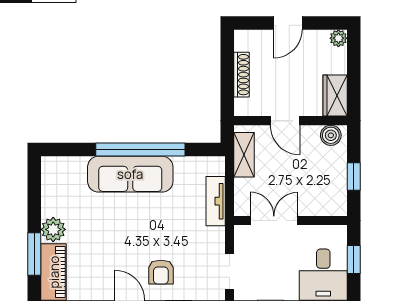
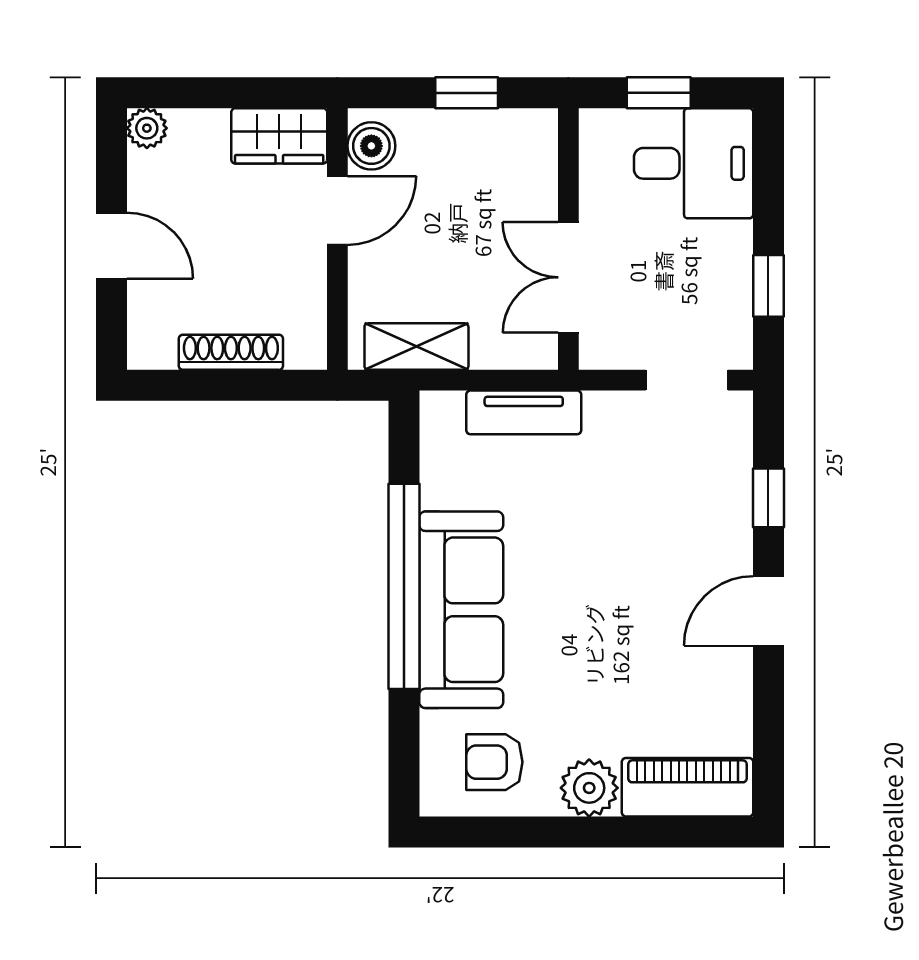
door: (285, 121) -> (337, 210), moved
window: (34, 254) -> (646, 832), removed
armchair: (161, 272) -> (494, 762), moved, turned 180

